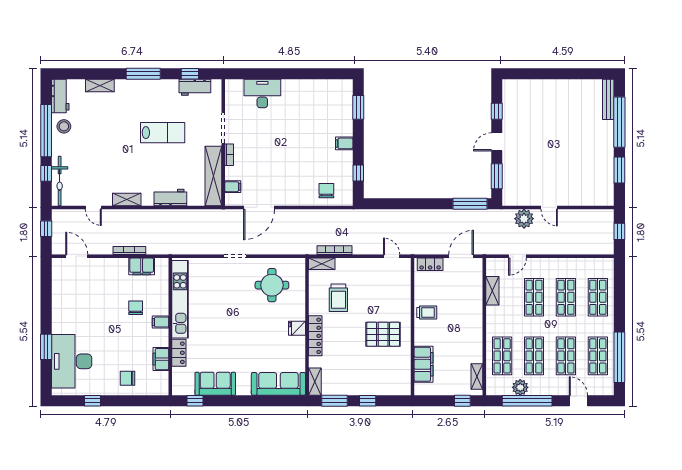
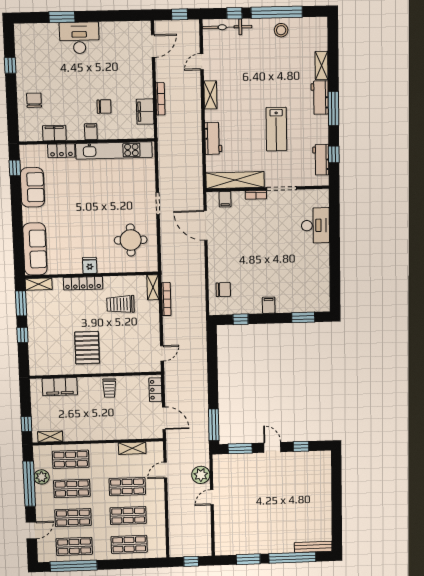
workbench: (60, 96) -> (320, 98), moved, turned 90
door: (517, 256) -> (165, 470), hinge flipped
desk: (72, 361) -> (79, 38), moved, width x0.73, depth x0.77

